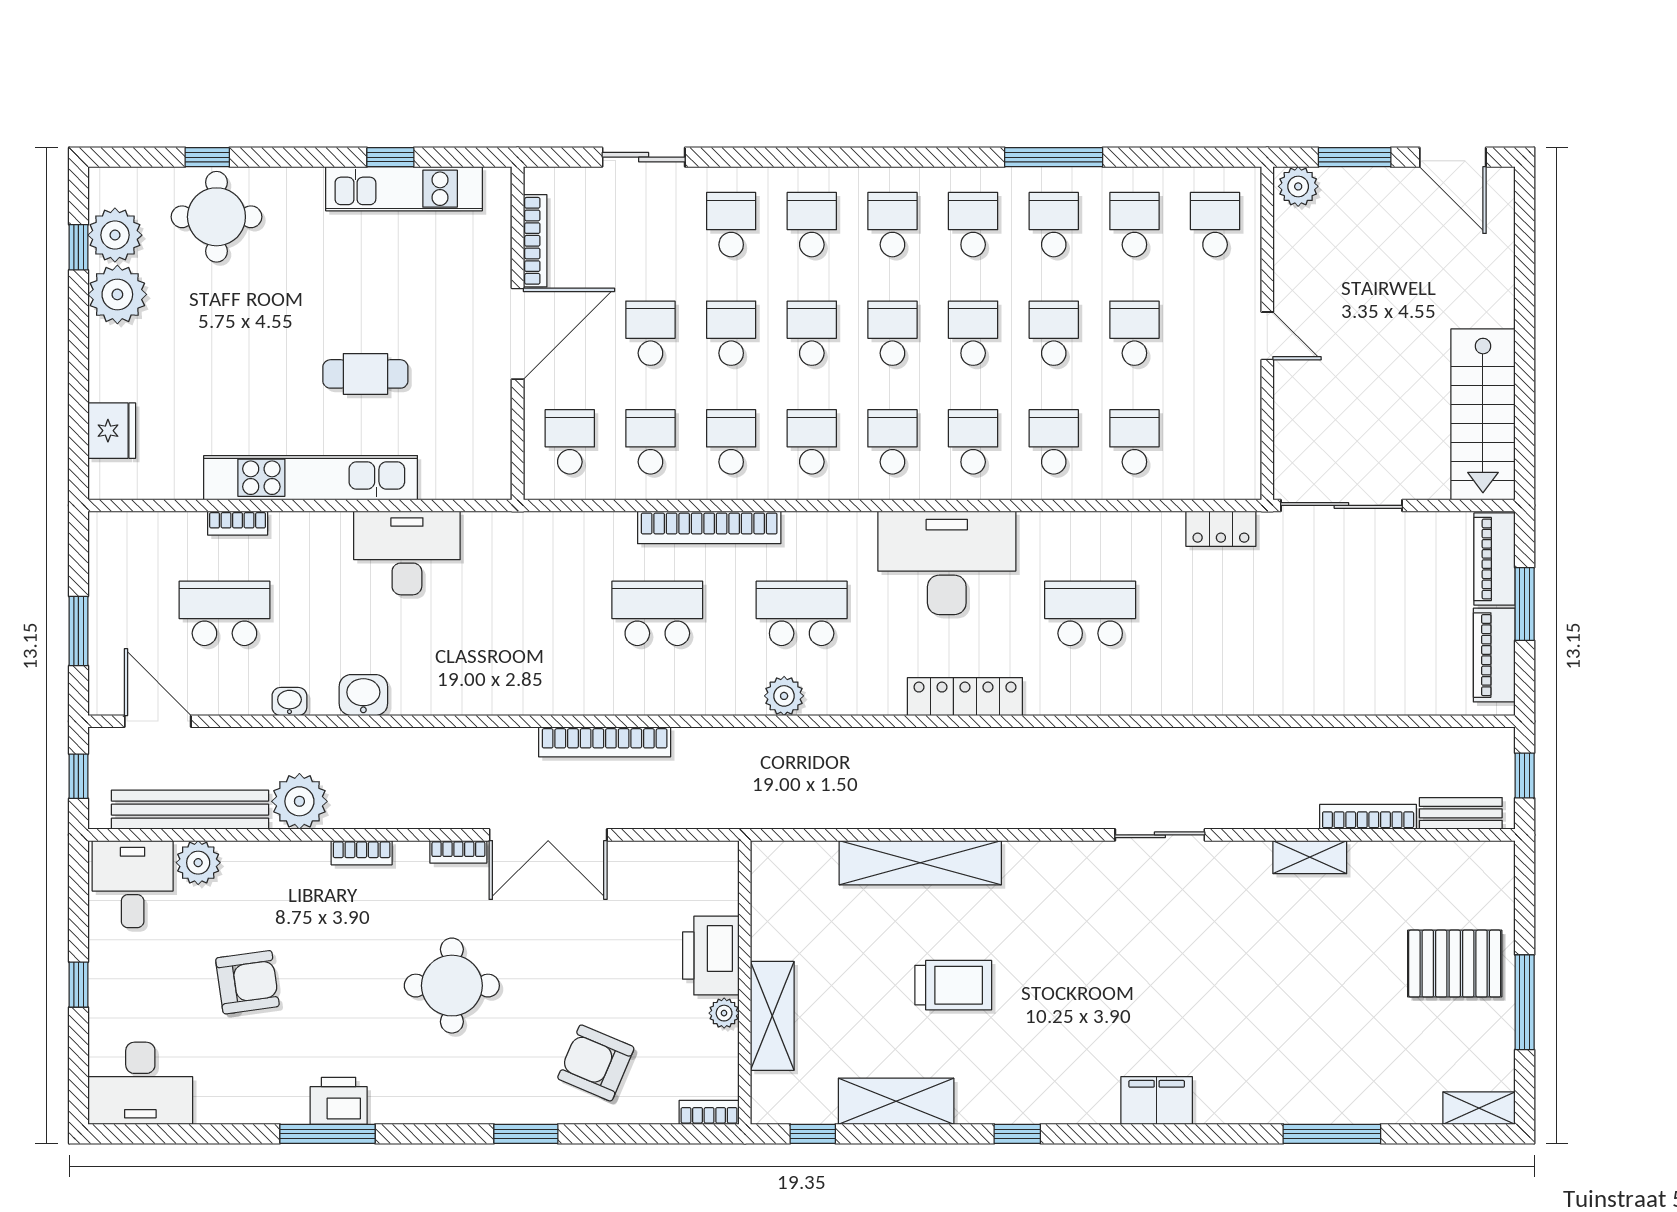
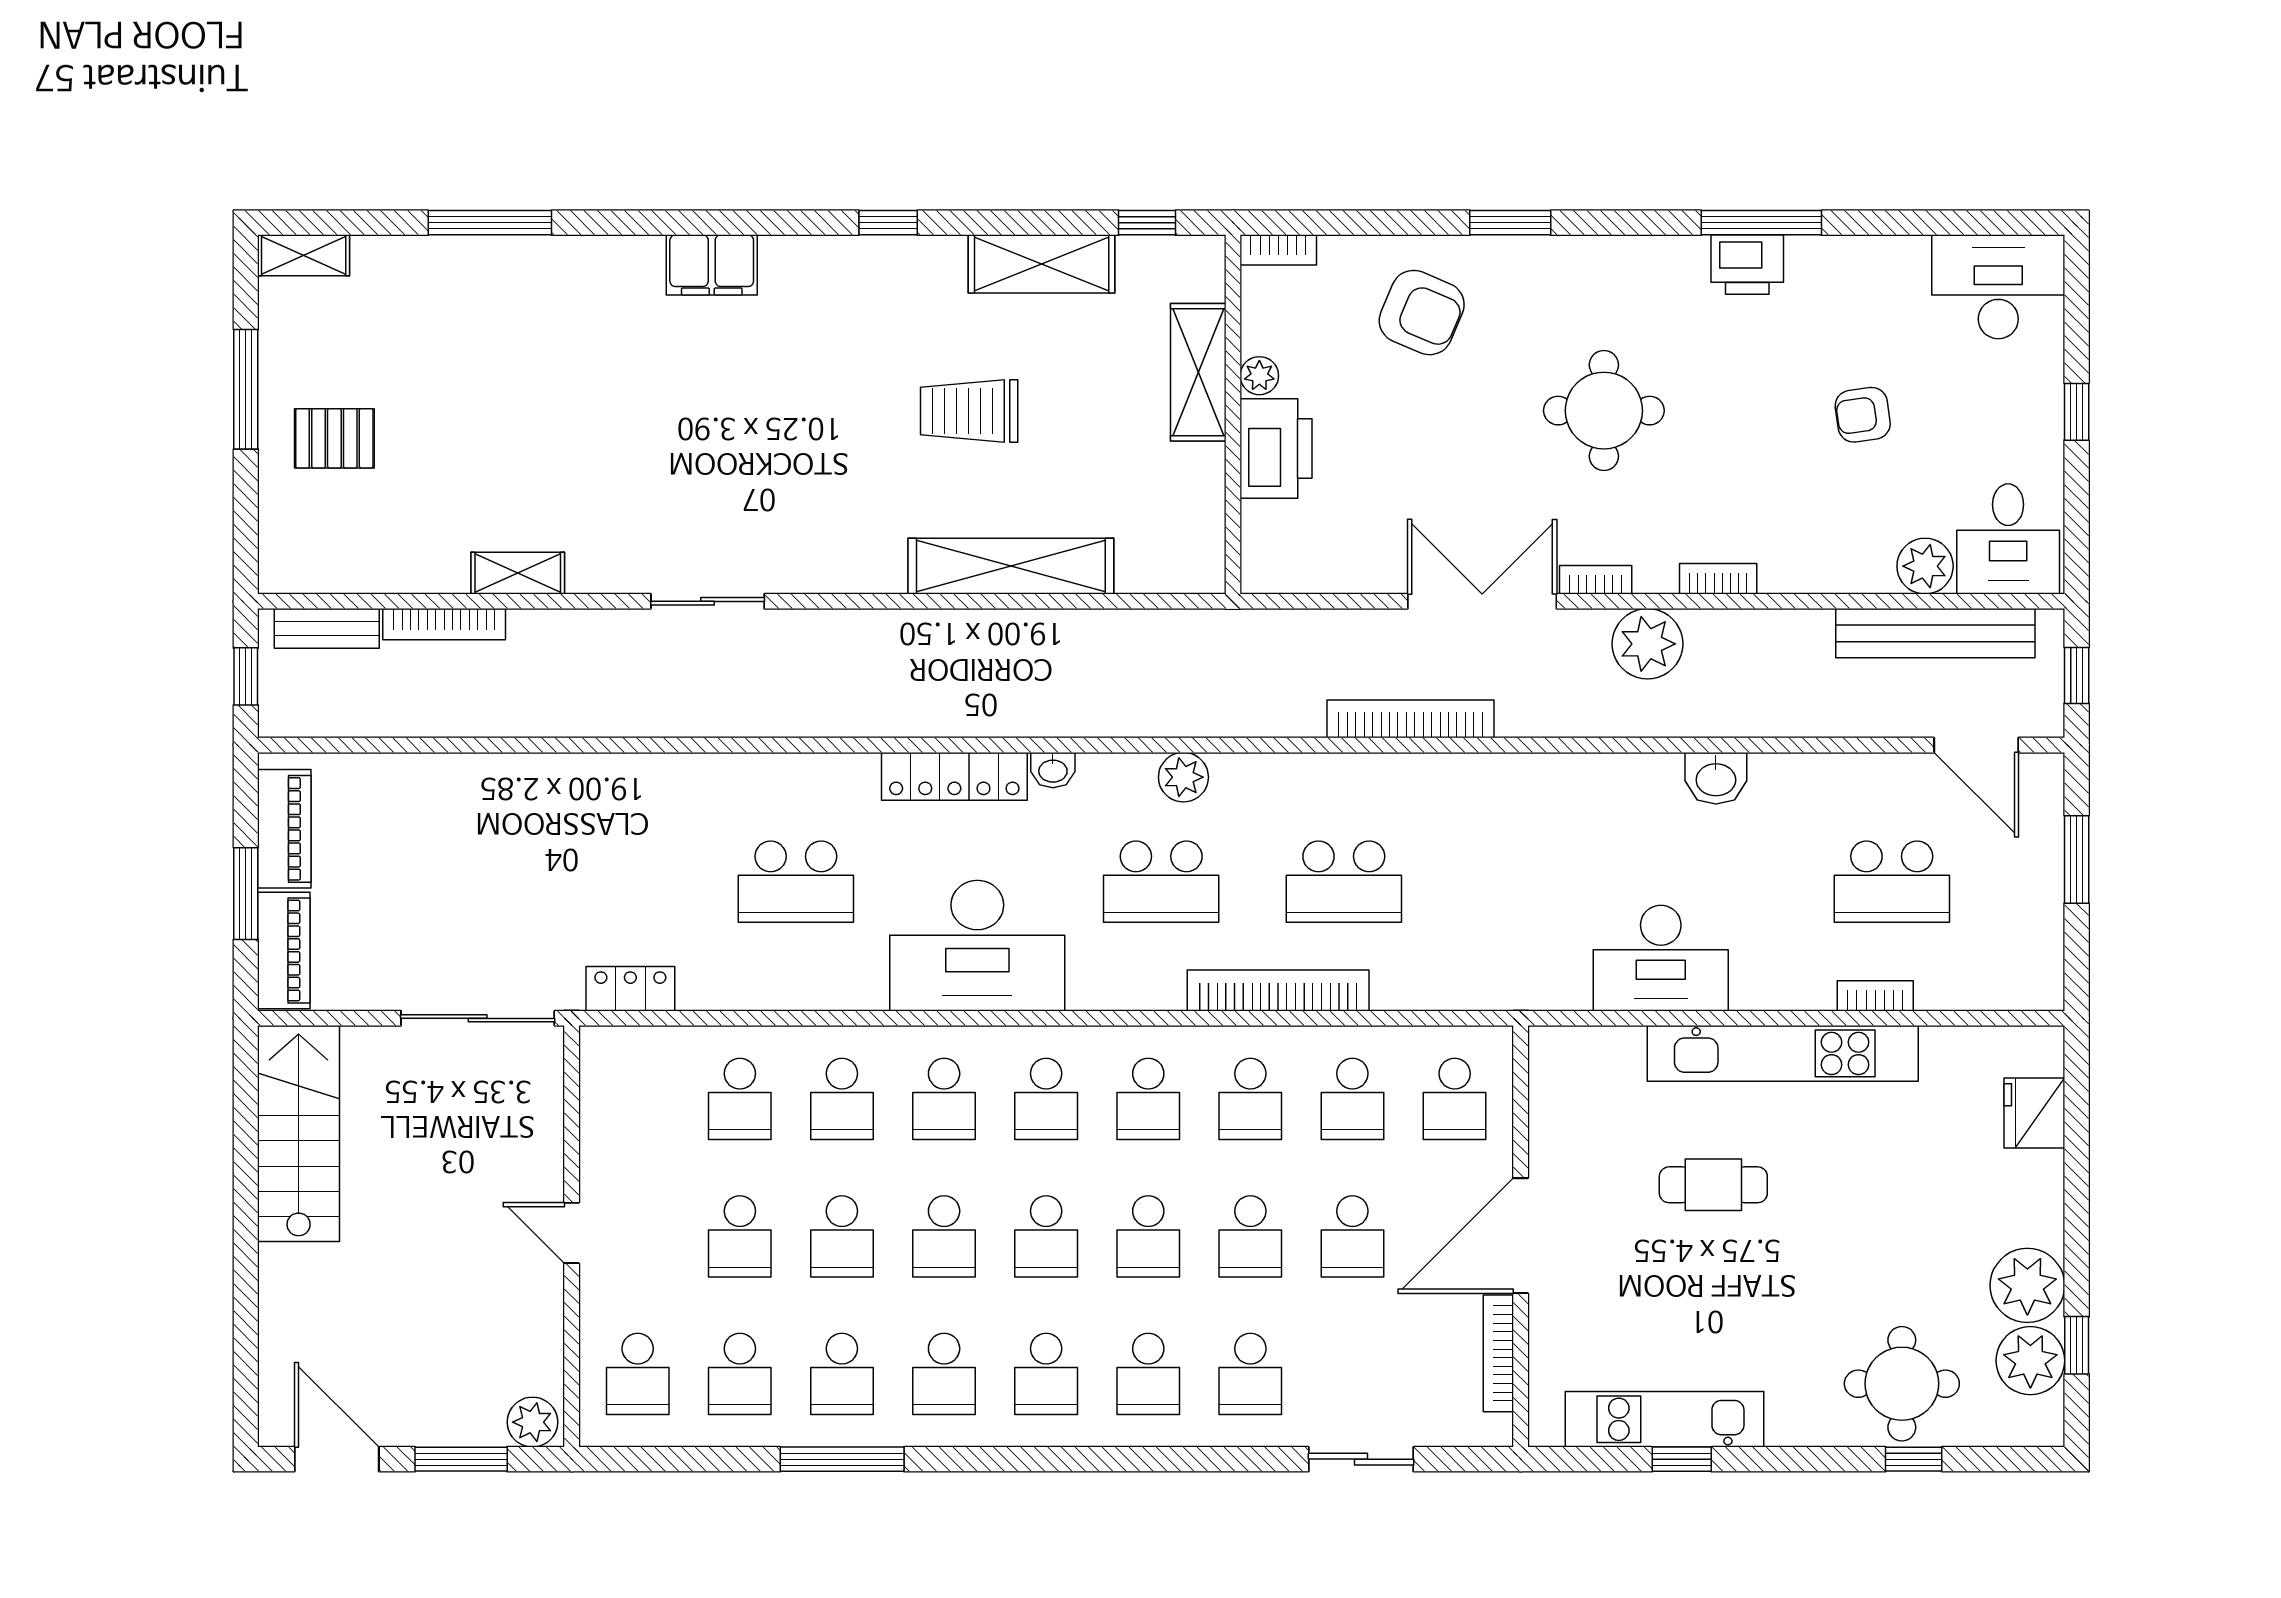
washbasin: (289, 702) -> (1053, 770), moved
plant: (299, 801) -> (1648, 644), moved
pallet: (1455, 964) -> (334, 438), width x0.67, depth x0.71
armchair: (247, 982) -> (1863, 415), width x0.72, depth x0.72

